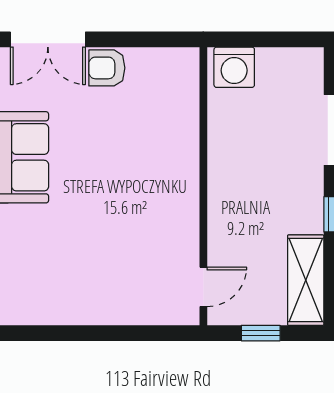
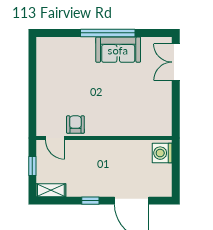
armchair: (107, 68) -> (75, 125), moved
shelving: (306, 280) -> (51, 190), width x0.67, depth x0.75

